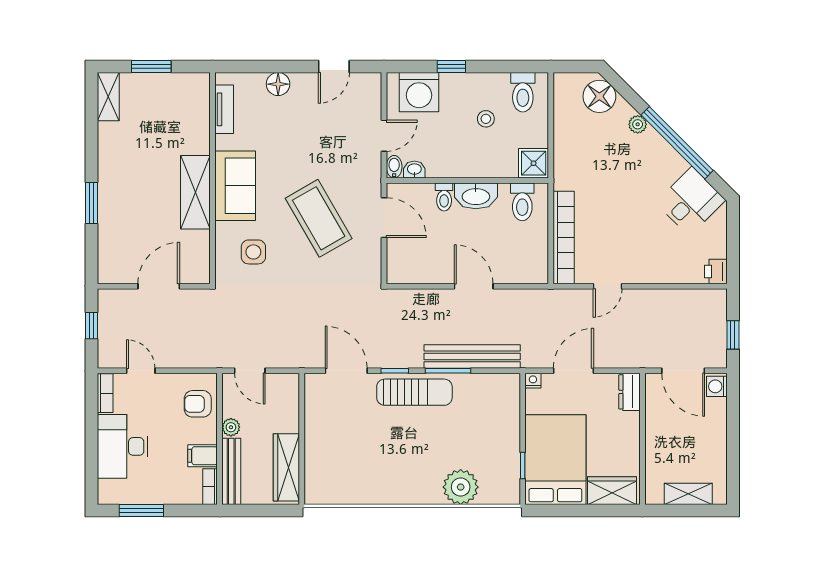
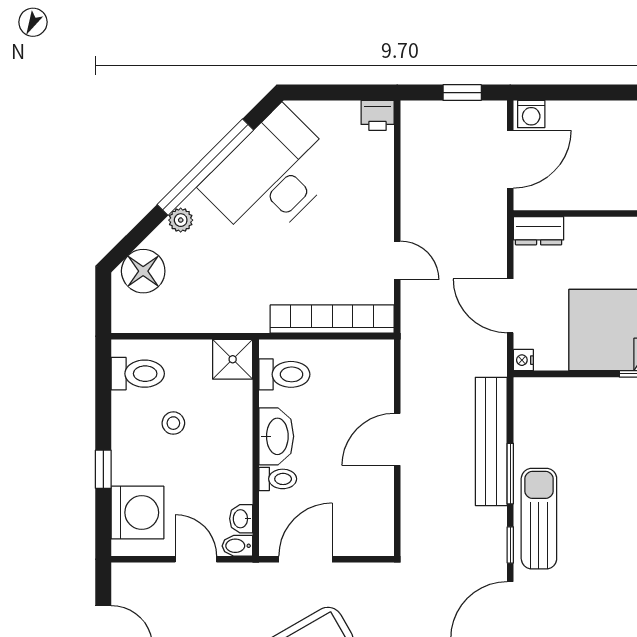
desk: (691, 201) -> (271, 177), width x1.87, depth x1.30

